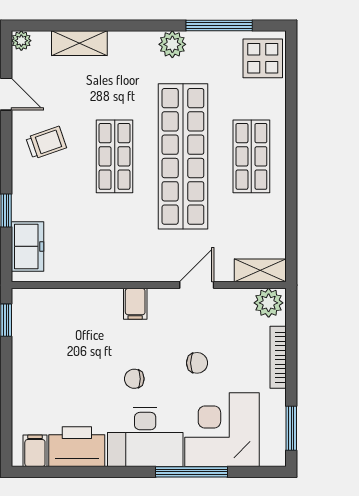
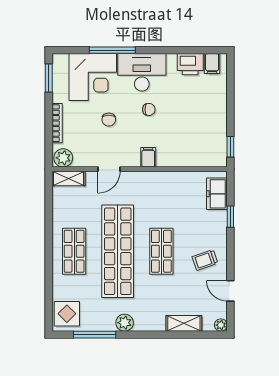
chair: (197, 363) -> (109, 120), turned -90
printer: (77, 447) -> (190, 64), width x0.73, depth x0.84

